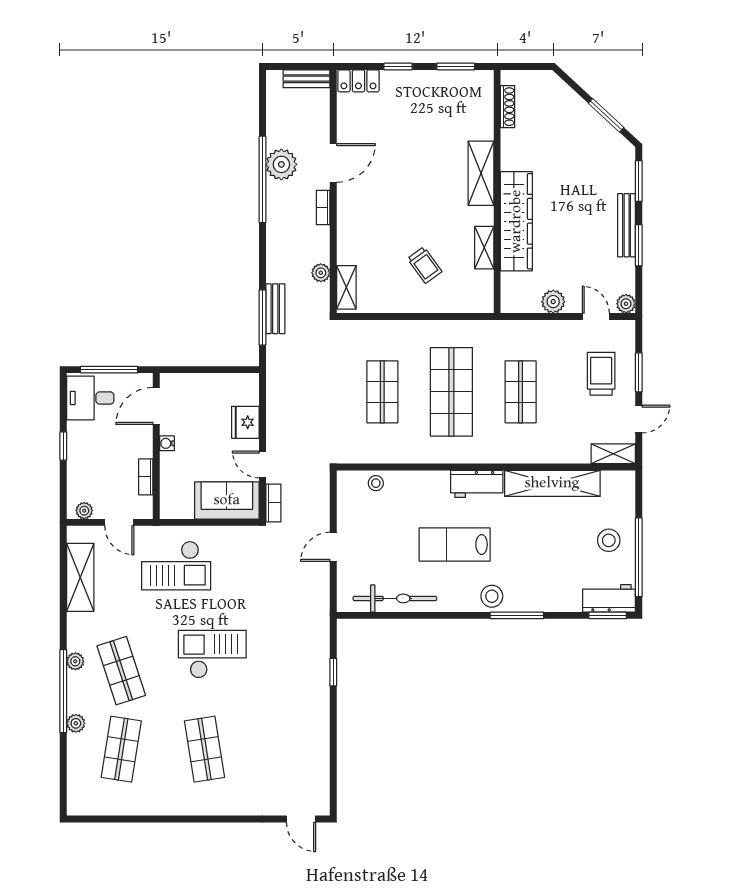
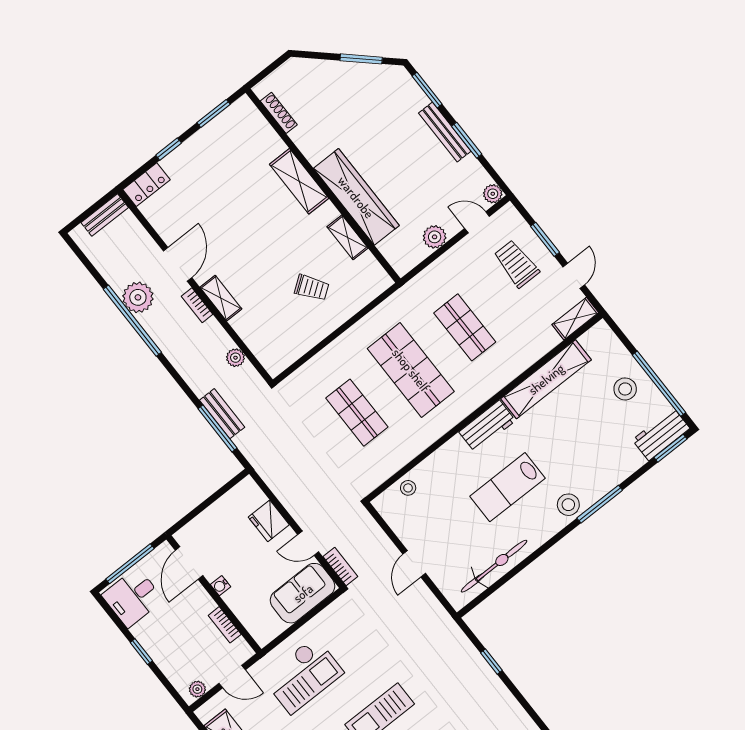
shelving: (346, 287) -> (221, 298), moved

